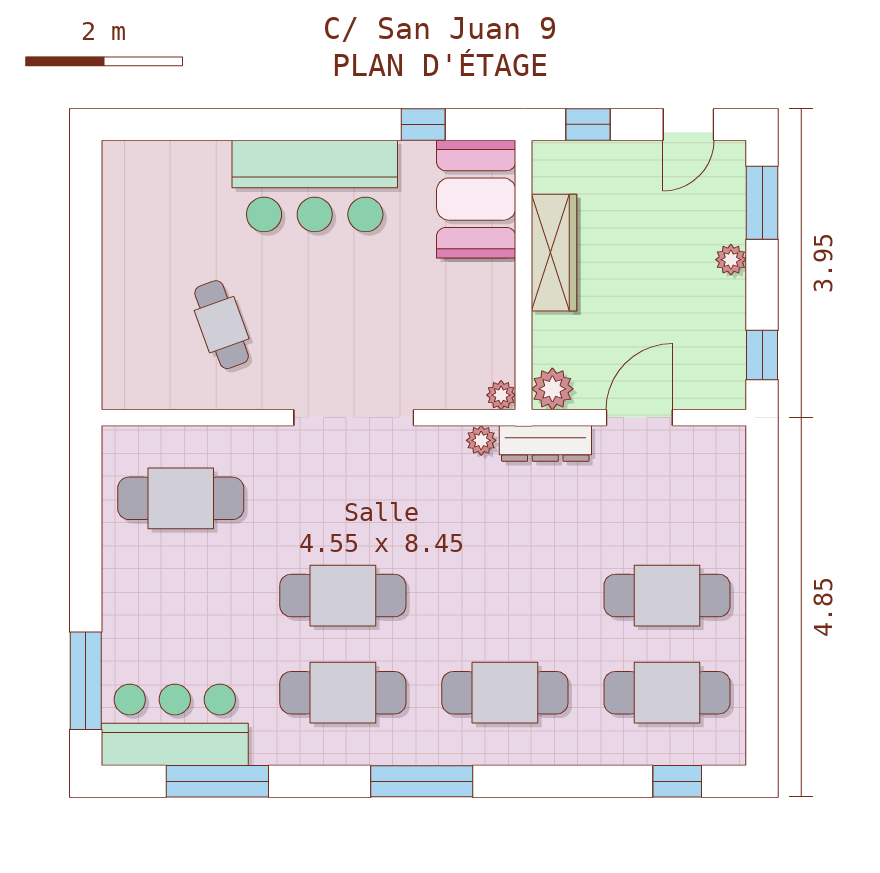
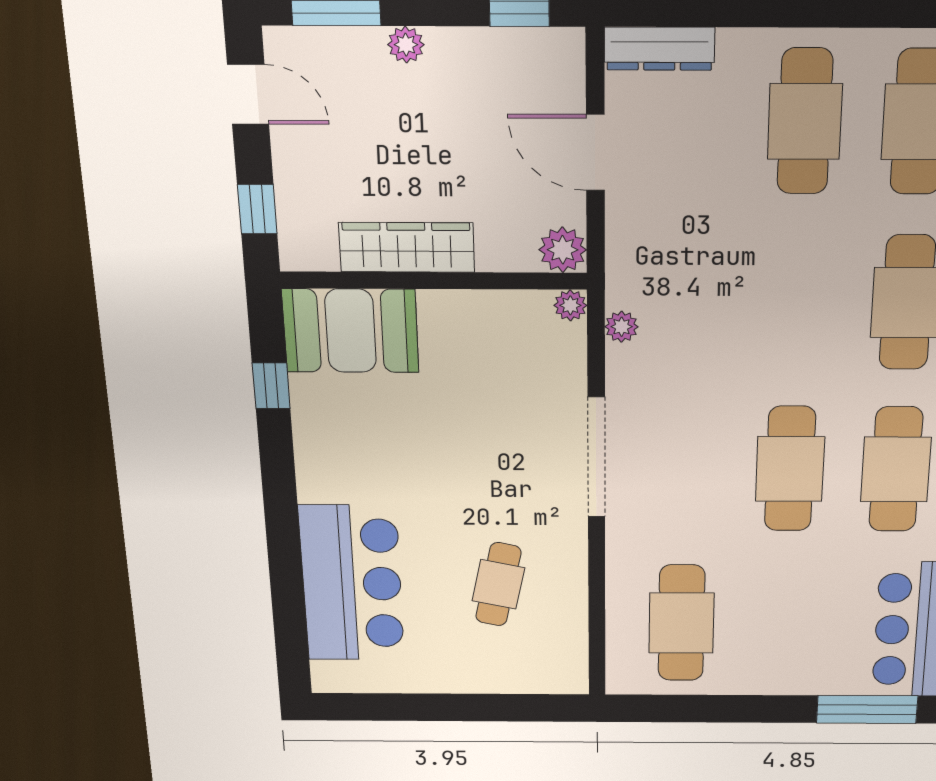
bar counter: (315, 186) -> (352, 584), moved
cafe table: (222, 325) -> (498, 584), turned -58
dresser: (545, 443) -> (659, 49), moved, turned 90

